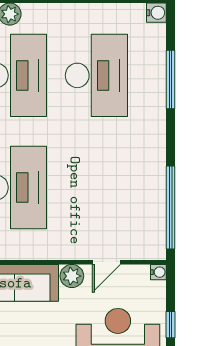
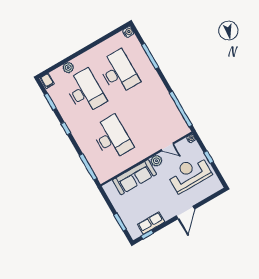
door: (106, 262) -> (167, 147), hinge flipped

